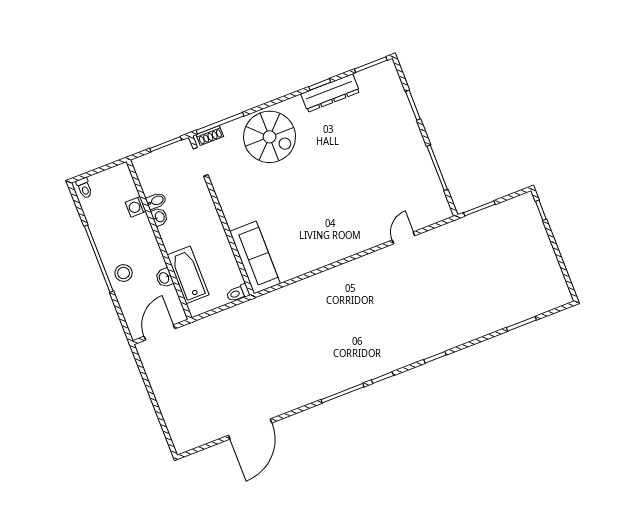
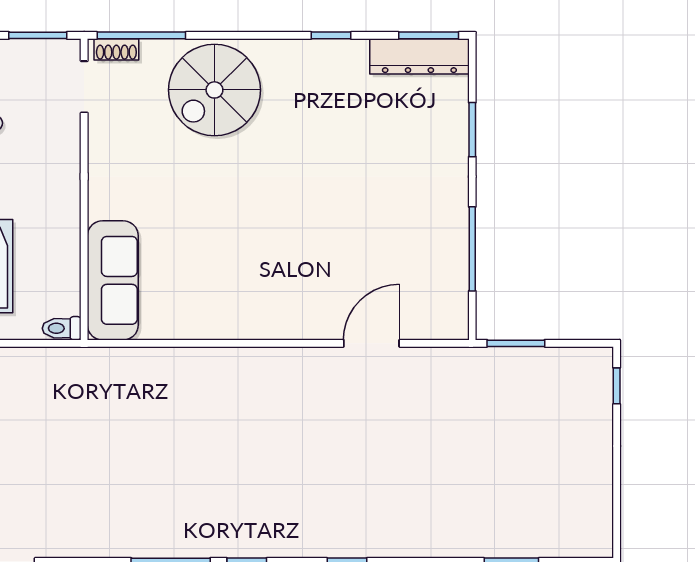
dresser: (330, 93) -> (419, 56), moved
spiral stairs: (270, 137) -> (214, 90), turned 90
door: (404, 238) -> (371, 343), width x1.38

